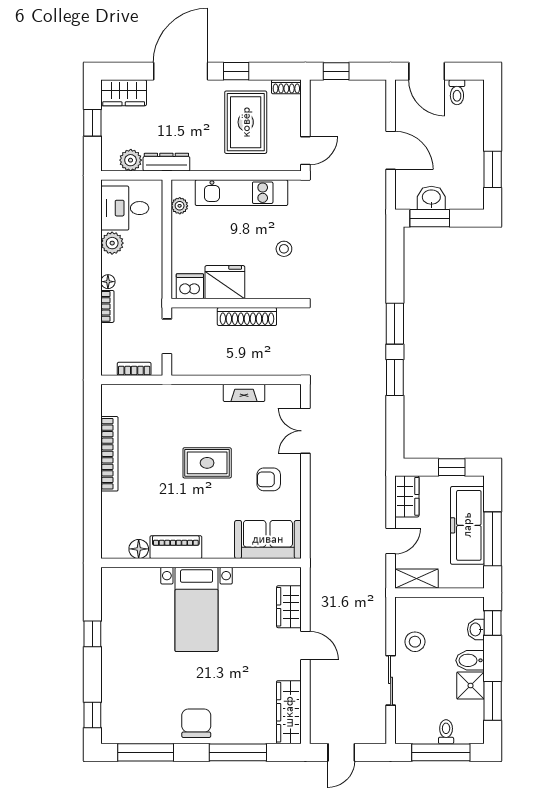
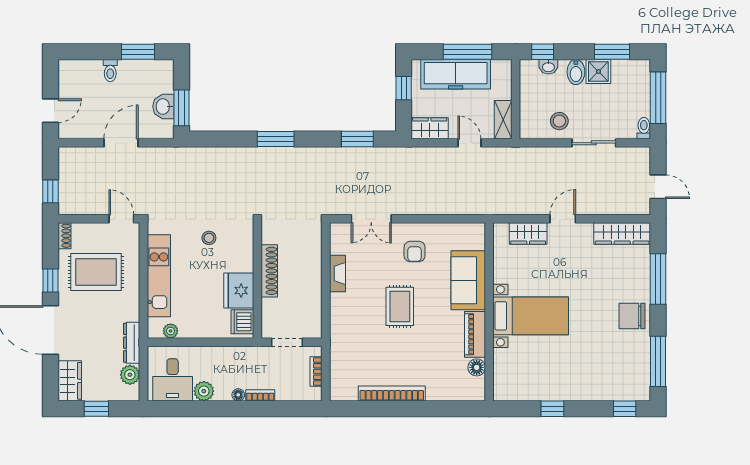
door: (427, 71) -> (50, 111), width x0.73
toilet: (457, 92) -> (110, 71), moved, turned 90
window: (395, 378) -> (357, 139), moved
sofa: (268, 539) -> (468, 280), moved
toilet: (446, 732) -> (644, 128), moved, turned 90

